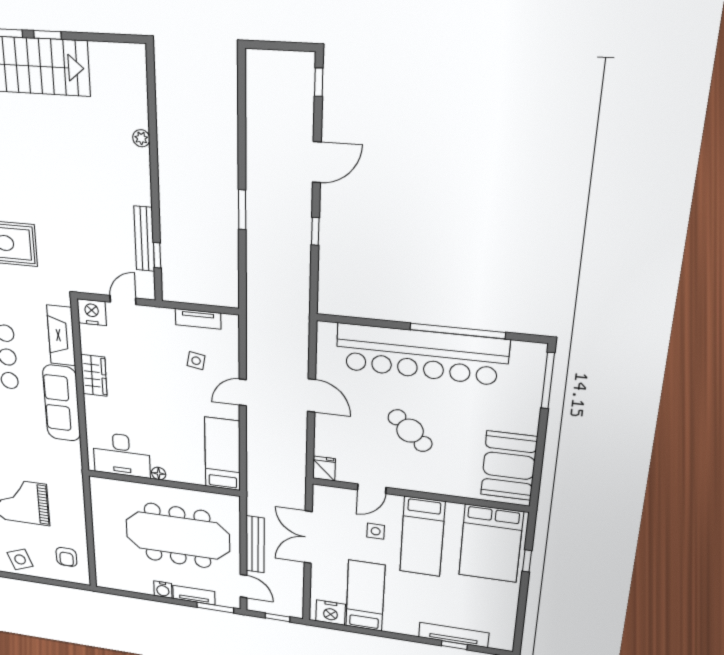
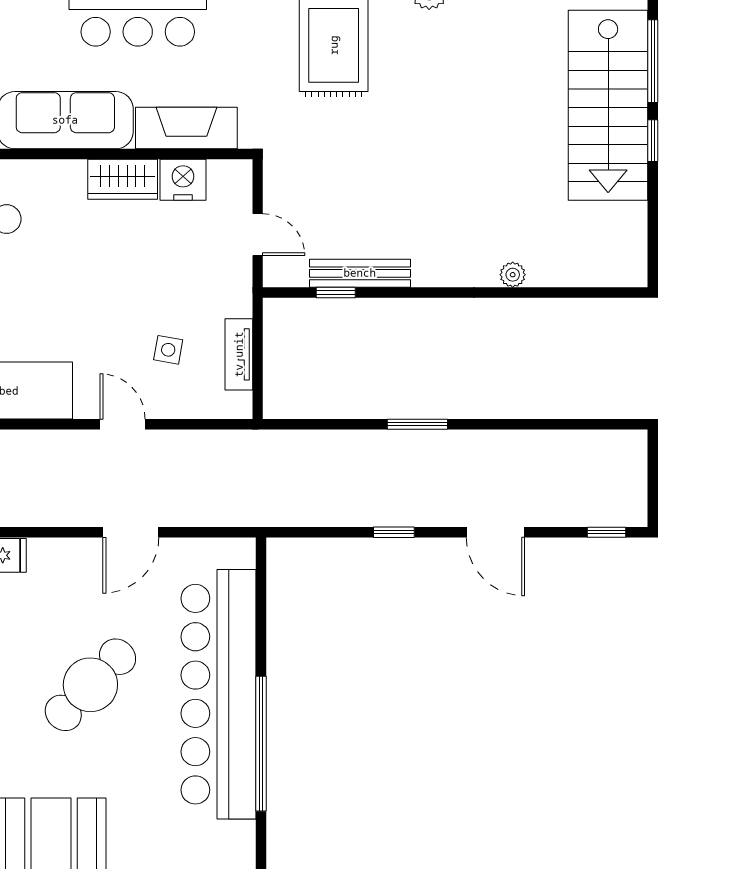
nightstand: (92, 312) -> (183, 180), moved, turned -90
cafe table: (410, 431) -> (90, 685), width x1.37, depth x1.35

